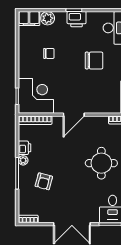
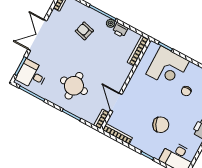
chair: (94, 61) -> (161, 125), turned -115
corner desk: (36, 96) -> (168, 67), moved
door: (74, 115) -> (116, 102), moved

